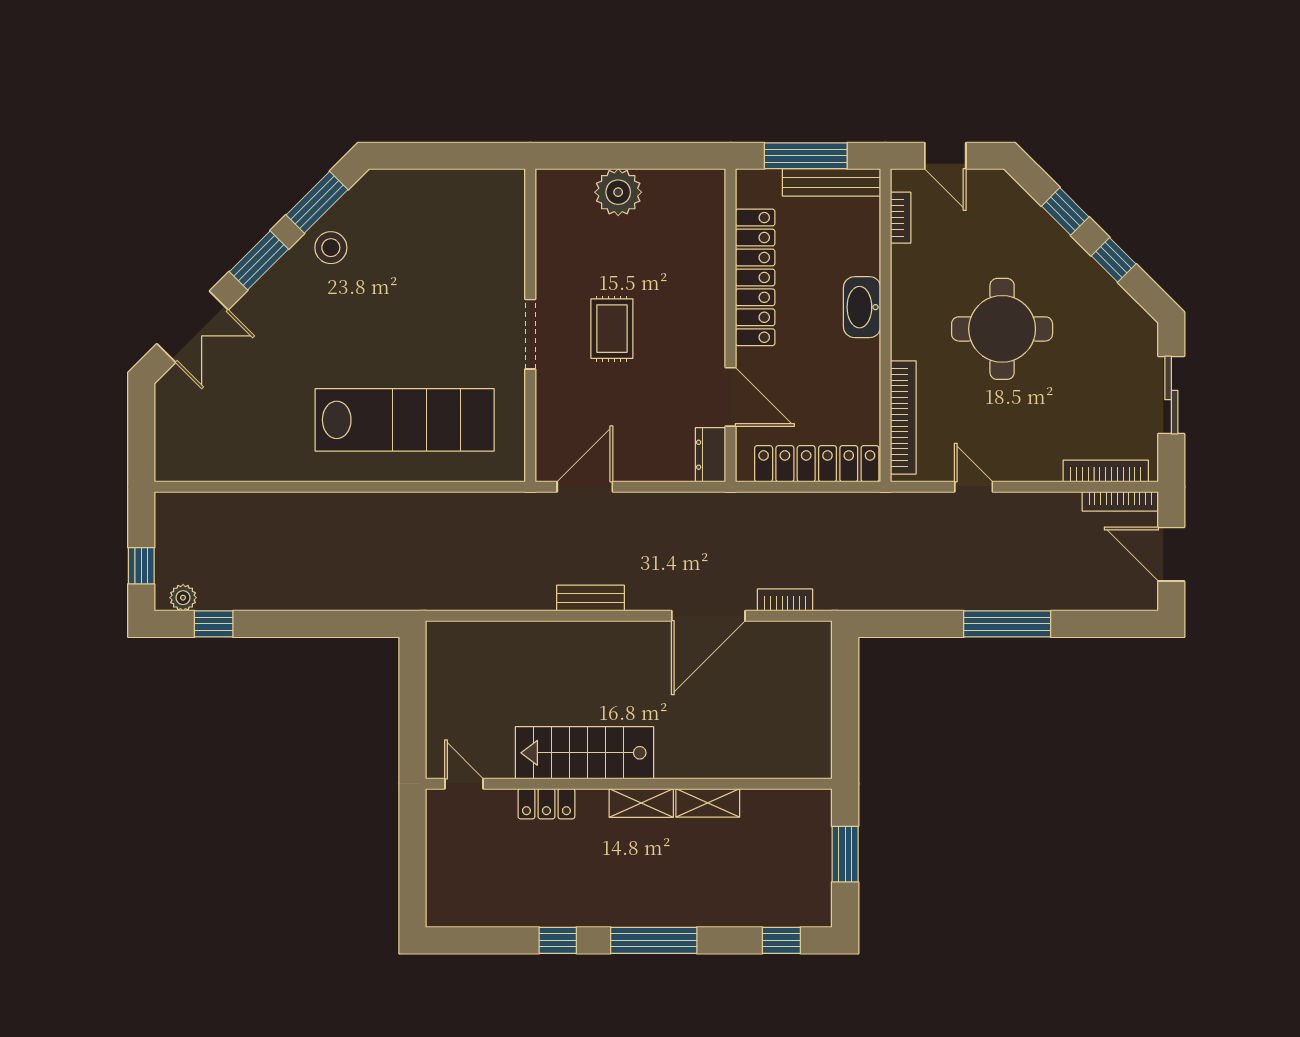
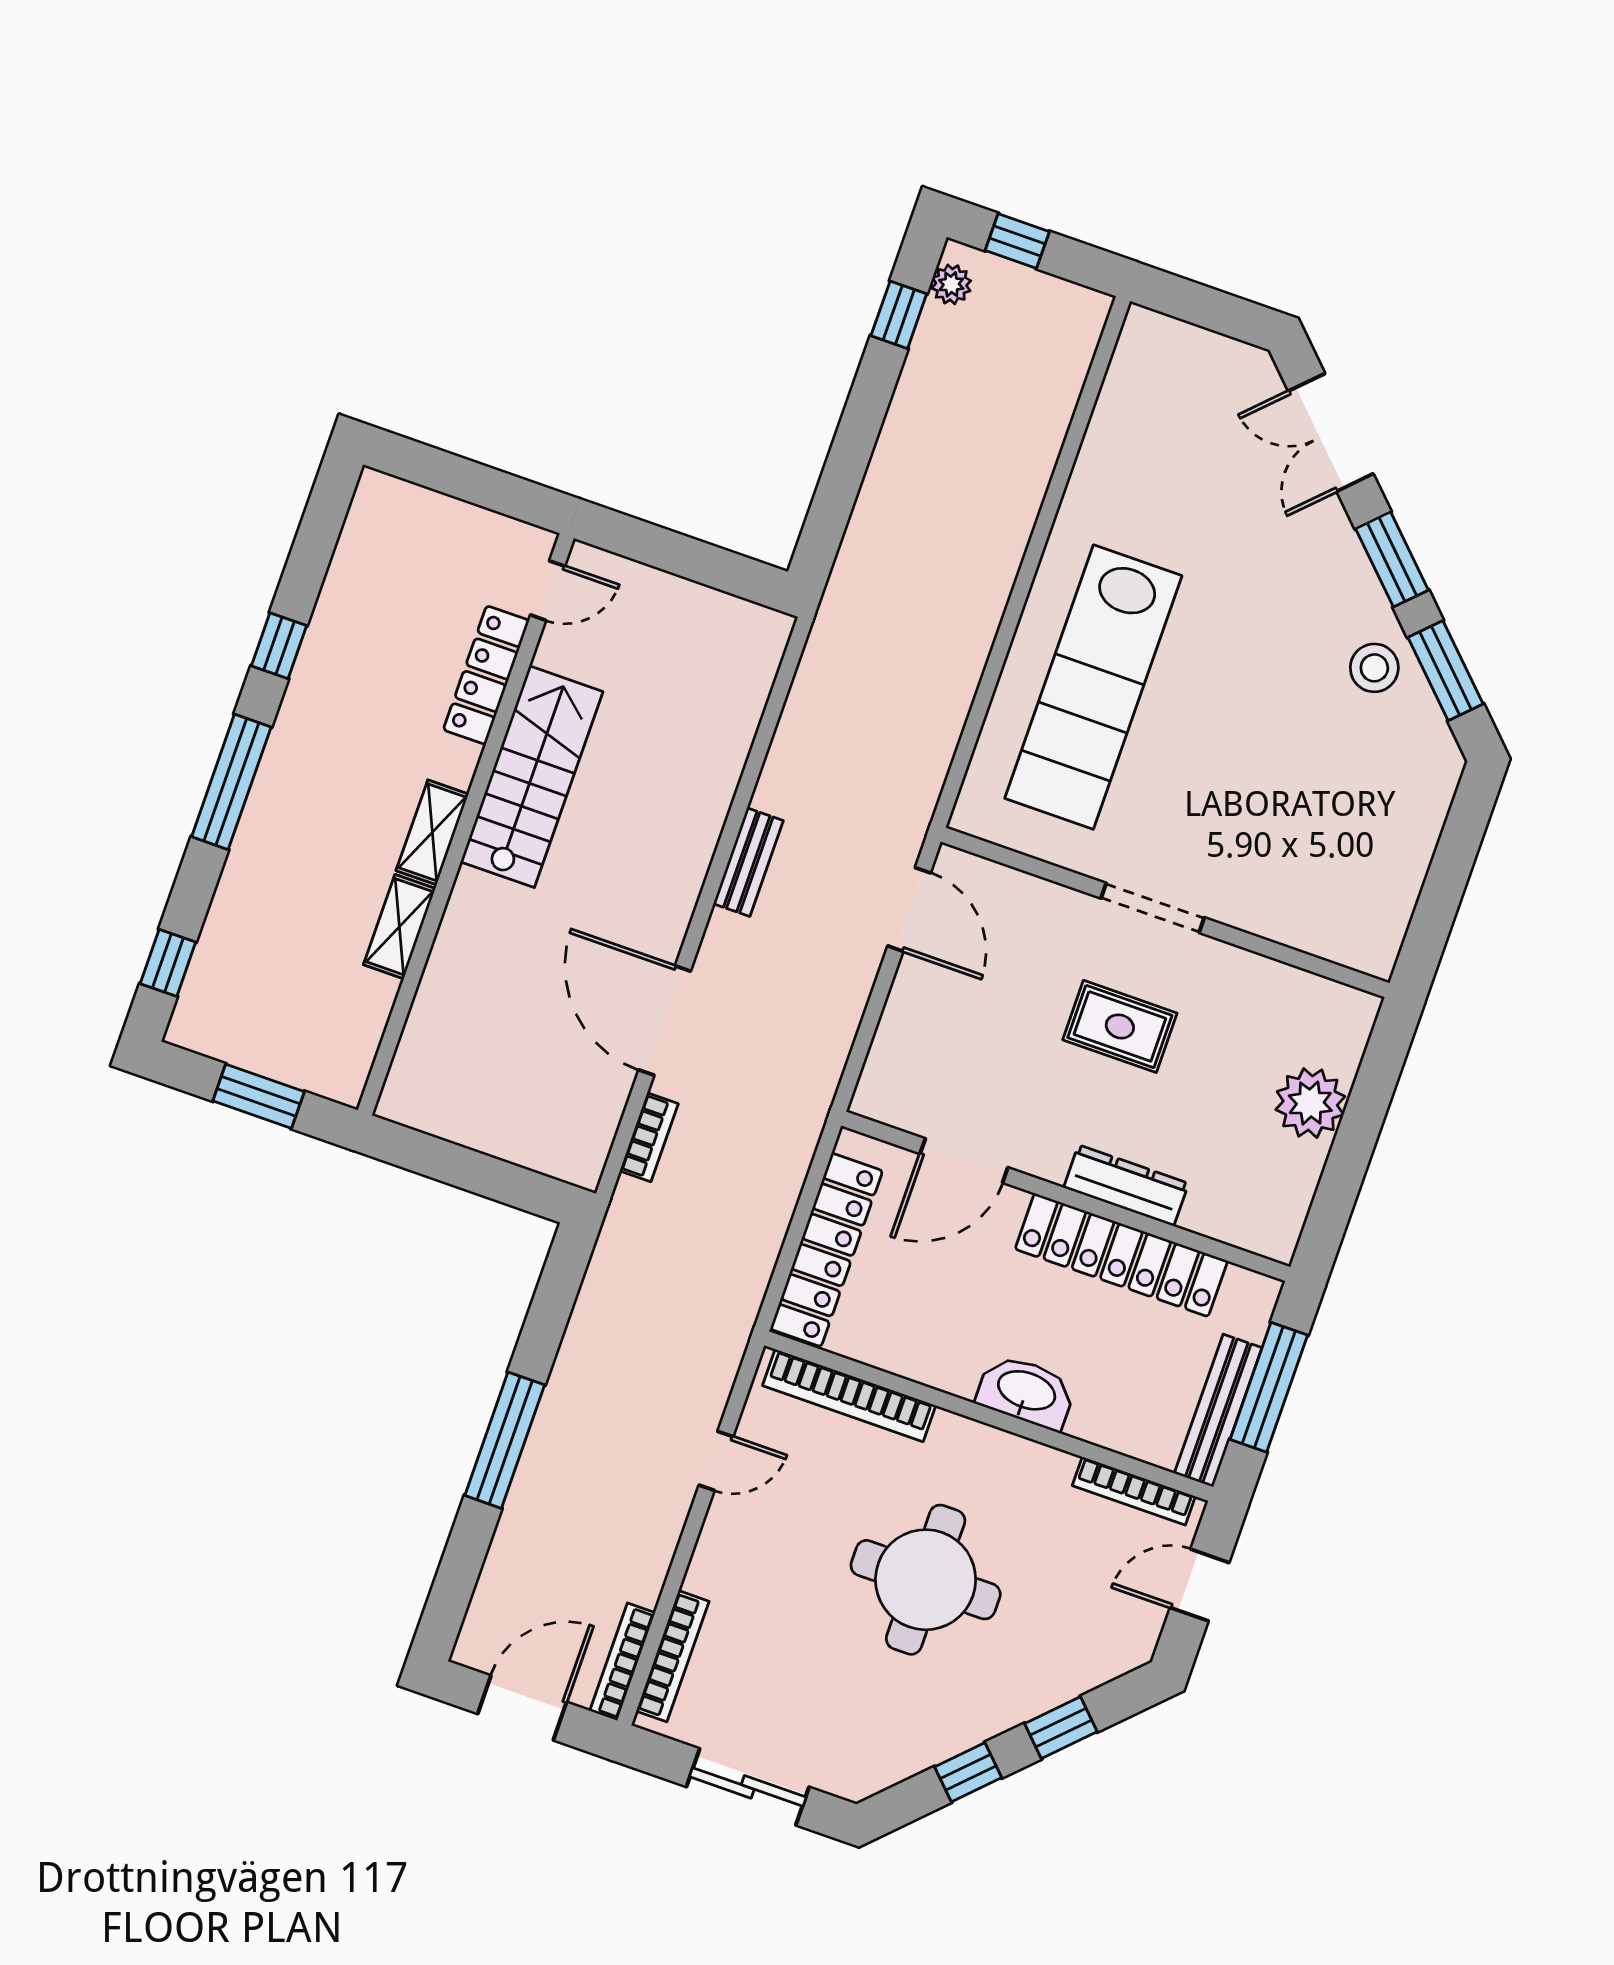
bookcase: (901, 218) -> (1134, 1491), width x1.56
dresser: (710, 455) -> (1126, 1186), moved, width x1.44
locker: (546, 804) -> (486, 675), width x1.53

